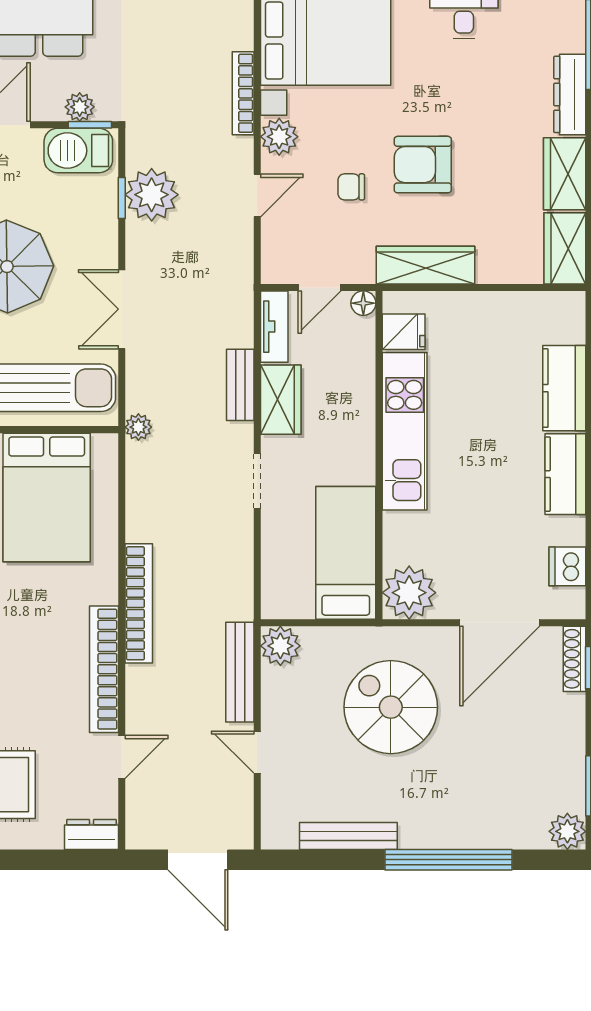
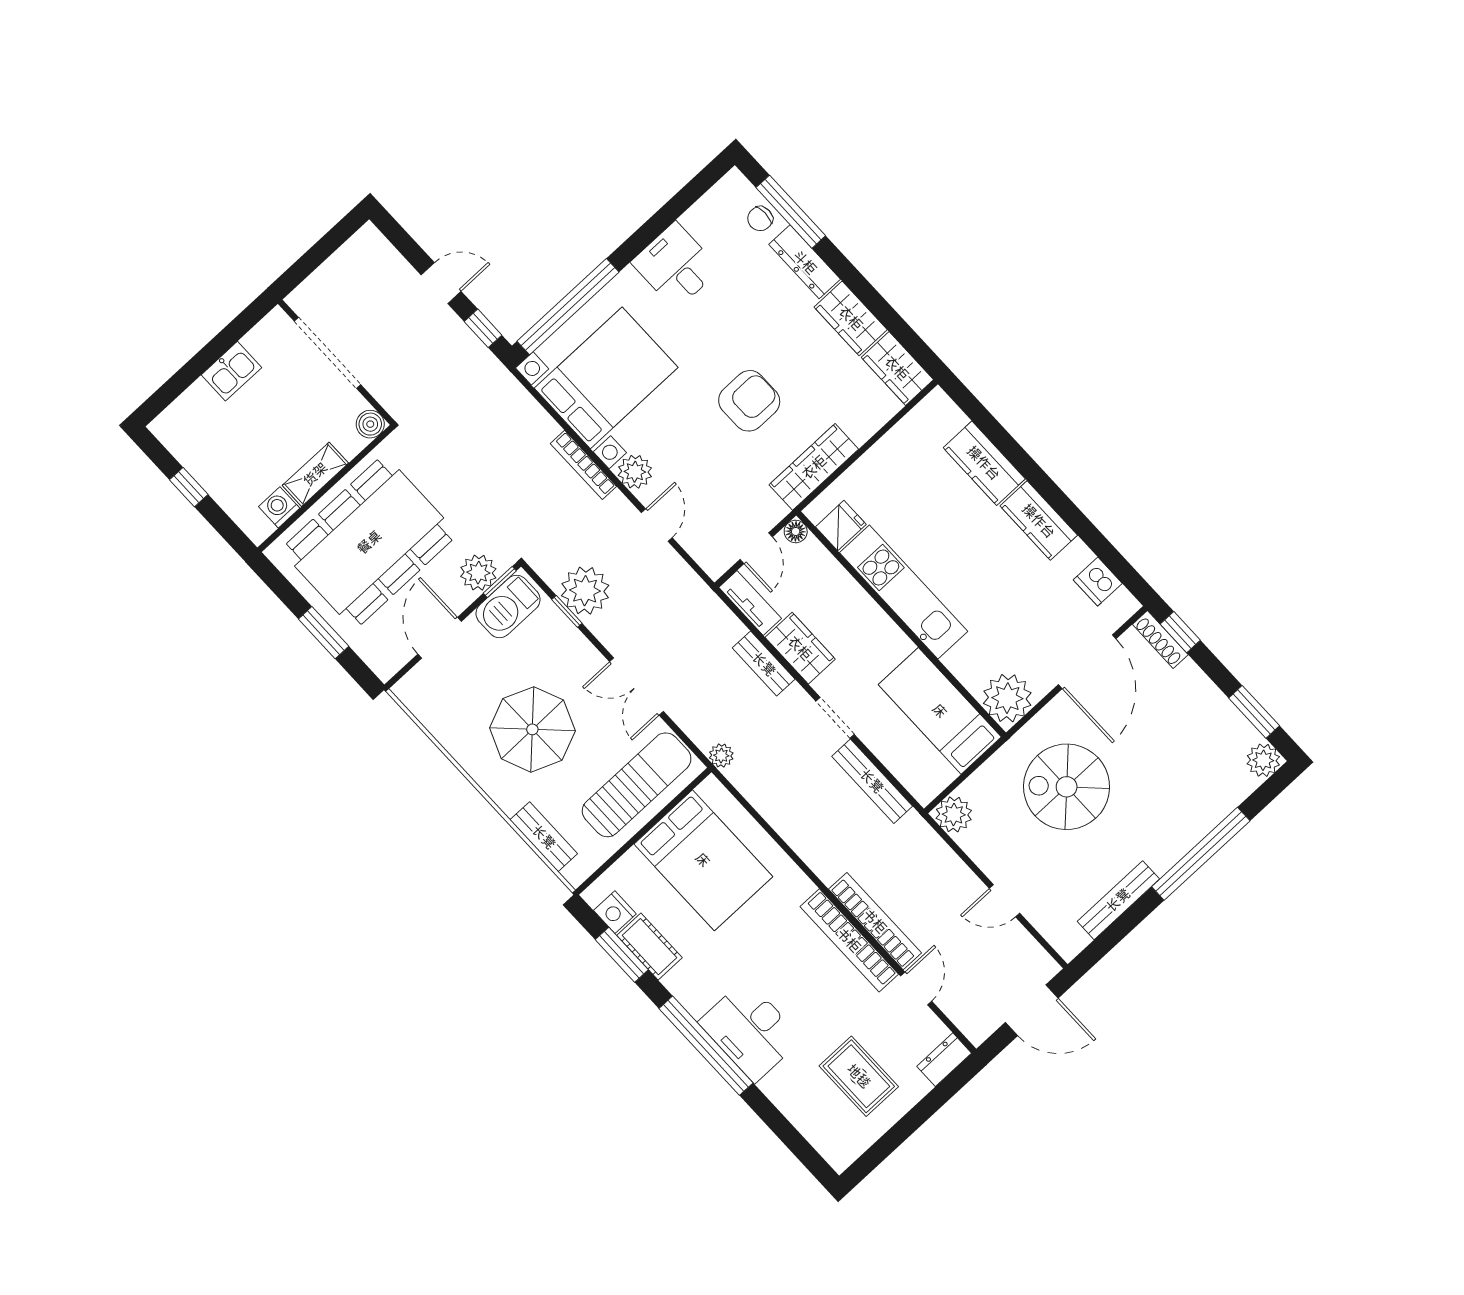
plant: (80, 107) -> (478, 573), width x1.38, depth x1.38
armchair: (423, 165) -> (749, 401), turned 180
chair: (351, 187) -> (760, 219), moved
bookcase: (139, 603) -> (875, 921), moved
bench: (240, 672) -> (872, 781), moved

